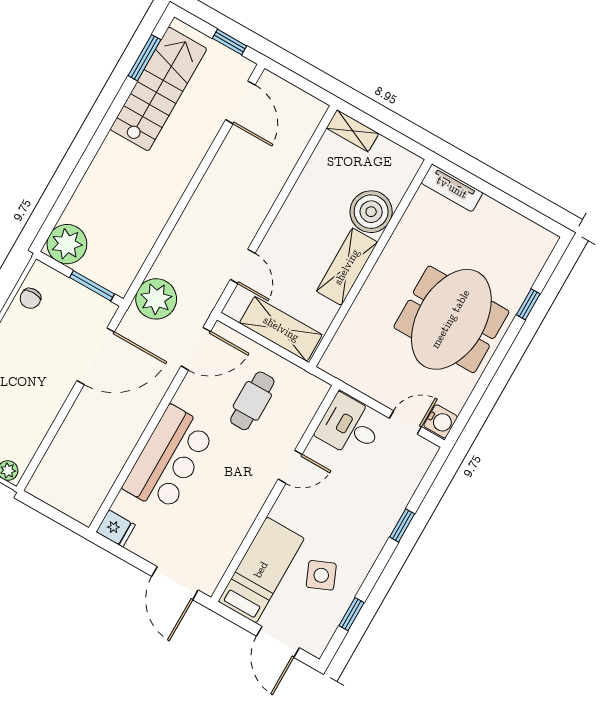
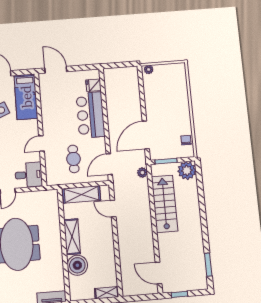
stairs: (158, 89) -> (165, 204), moved, turned 180
plant: (156, 299) -> (142, 173), width x0.53, depth x0.53
fridge: (116, 528) -> (93, 85), moved

